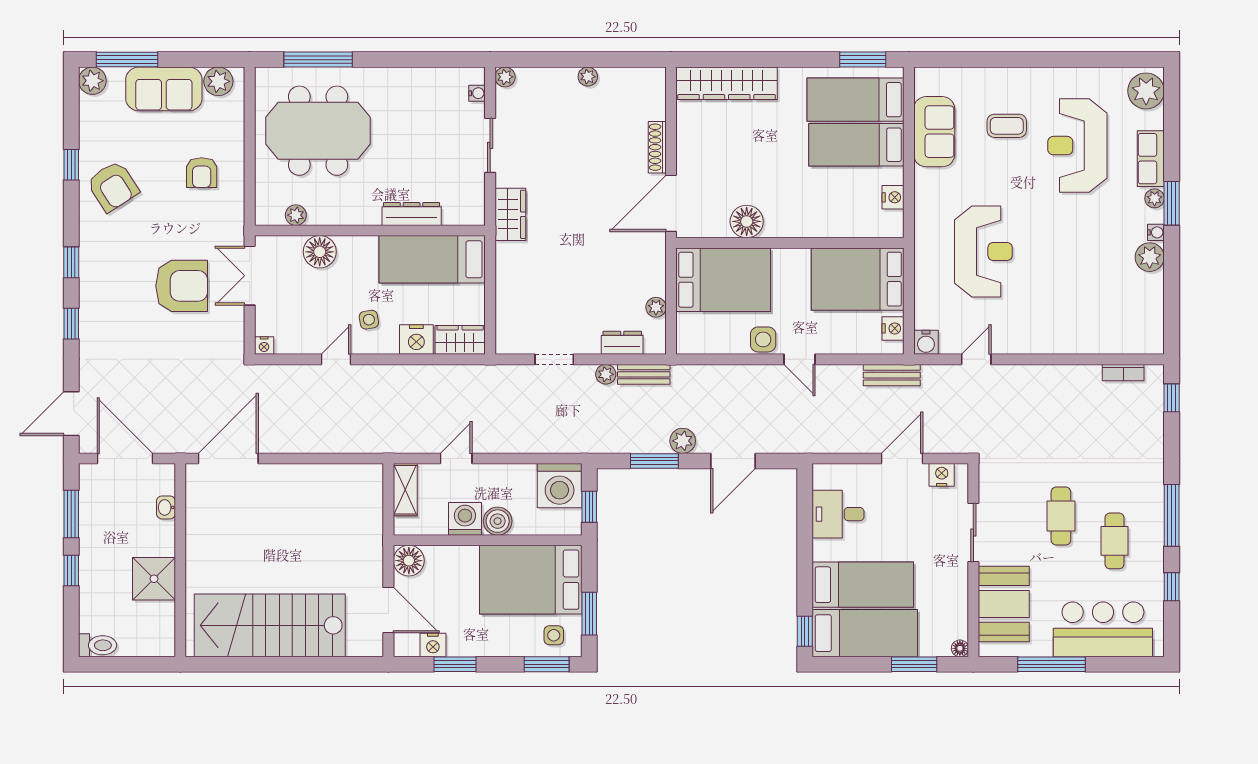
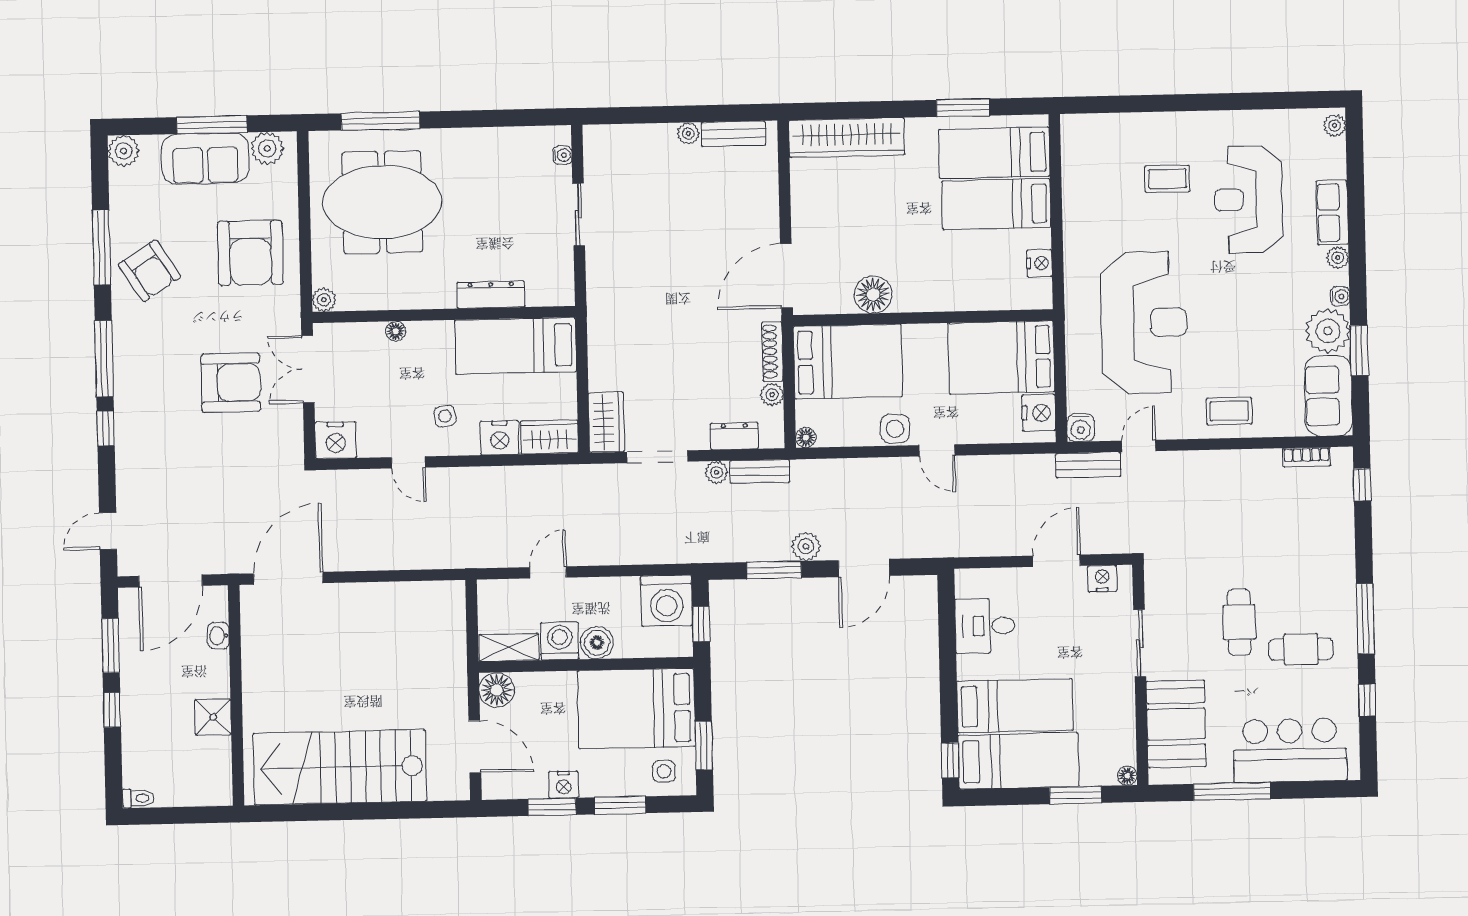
window: (127, 60) -> (212, 125), moved
window: (863, 60) -> (963, 108), moved
plant: (505, 77) -> (594, 136), removed
bench: (627, 78) -> (733, 134), added
plant: (1146, 91) -> (1335, 126), width x0.53, depth x0.53
sofa: (934, 132) -> (1329, 396), moved, turned 180
shoe rack: (657, 147) -> (772, 351), moved
window: (71, 165) -> (102, 247), width x2.17
armchair: (202, 173) -> (250, 253), width x1.88, depth x1.88
window: (1172, 203) -> (1359, 350), moved
wardrobe: (510, 214) -> (606, 422), moved
plant: (296, 215) -> (324, 300), moved
reception desk: (983, 251) -> (1144, 323), width x1.36, depth x1.30
floor lamp: (320, 252) -> (396, 331), width x0.53, depth x0.53
plant: (1150, 257) -> (1328, 331), width x1.36, depth x1.36
window: (71, 262) -> (104, 359), width x2.17
nightstand: (893, 328) -> (1039, 413), width x1.36, depth x1.33
coffee table: (1056, 331) -> (1229, 411), added
nightstand: (264, 345) -> (336, 440), width x1.89, depth x1.79
floor lamp: (685, 346) -> (806, 438), added
door: (336, 359) -> (408, 462), swing flipped
doorway: (554, 359) -> (657, 457), width x1.38
bench: (892, 375) -> (1088, 465), moved
door: (71, 414) -> (108, 531), width x0.73
door: (125, 459) -> (170, 581), swing flipped
shelving: (405, 490) -> (509, 647), moved, turned 90
cafe table: (1115, 541) -> (1301, 649), turned 90
shower: (154, 579) -> (213, 717), width x0.73, depth x0.73
toilet: (98, 645) -> (138, 798), width x0.73, depth x0.72
nightstand: (433, 645) -> (564, 785), moved
window: (547, 664) -> (620, 805), moved

